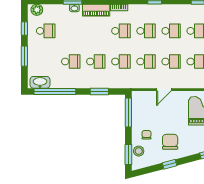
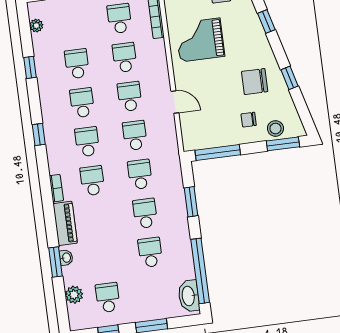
plant: (37, 10) -> (74, 295), moved

